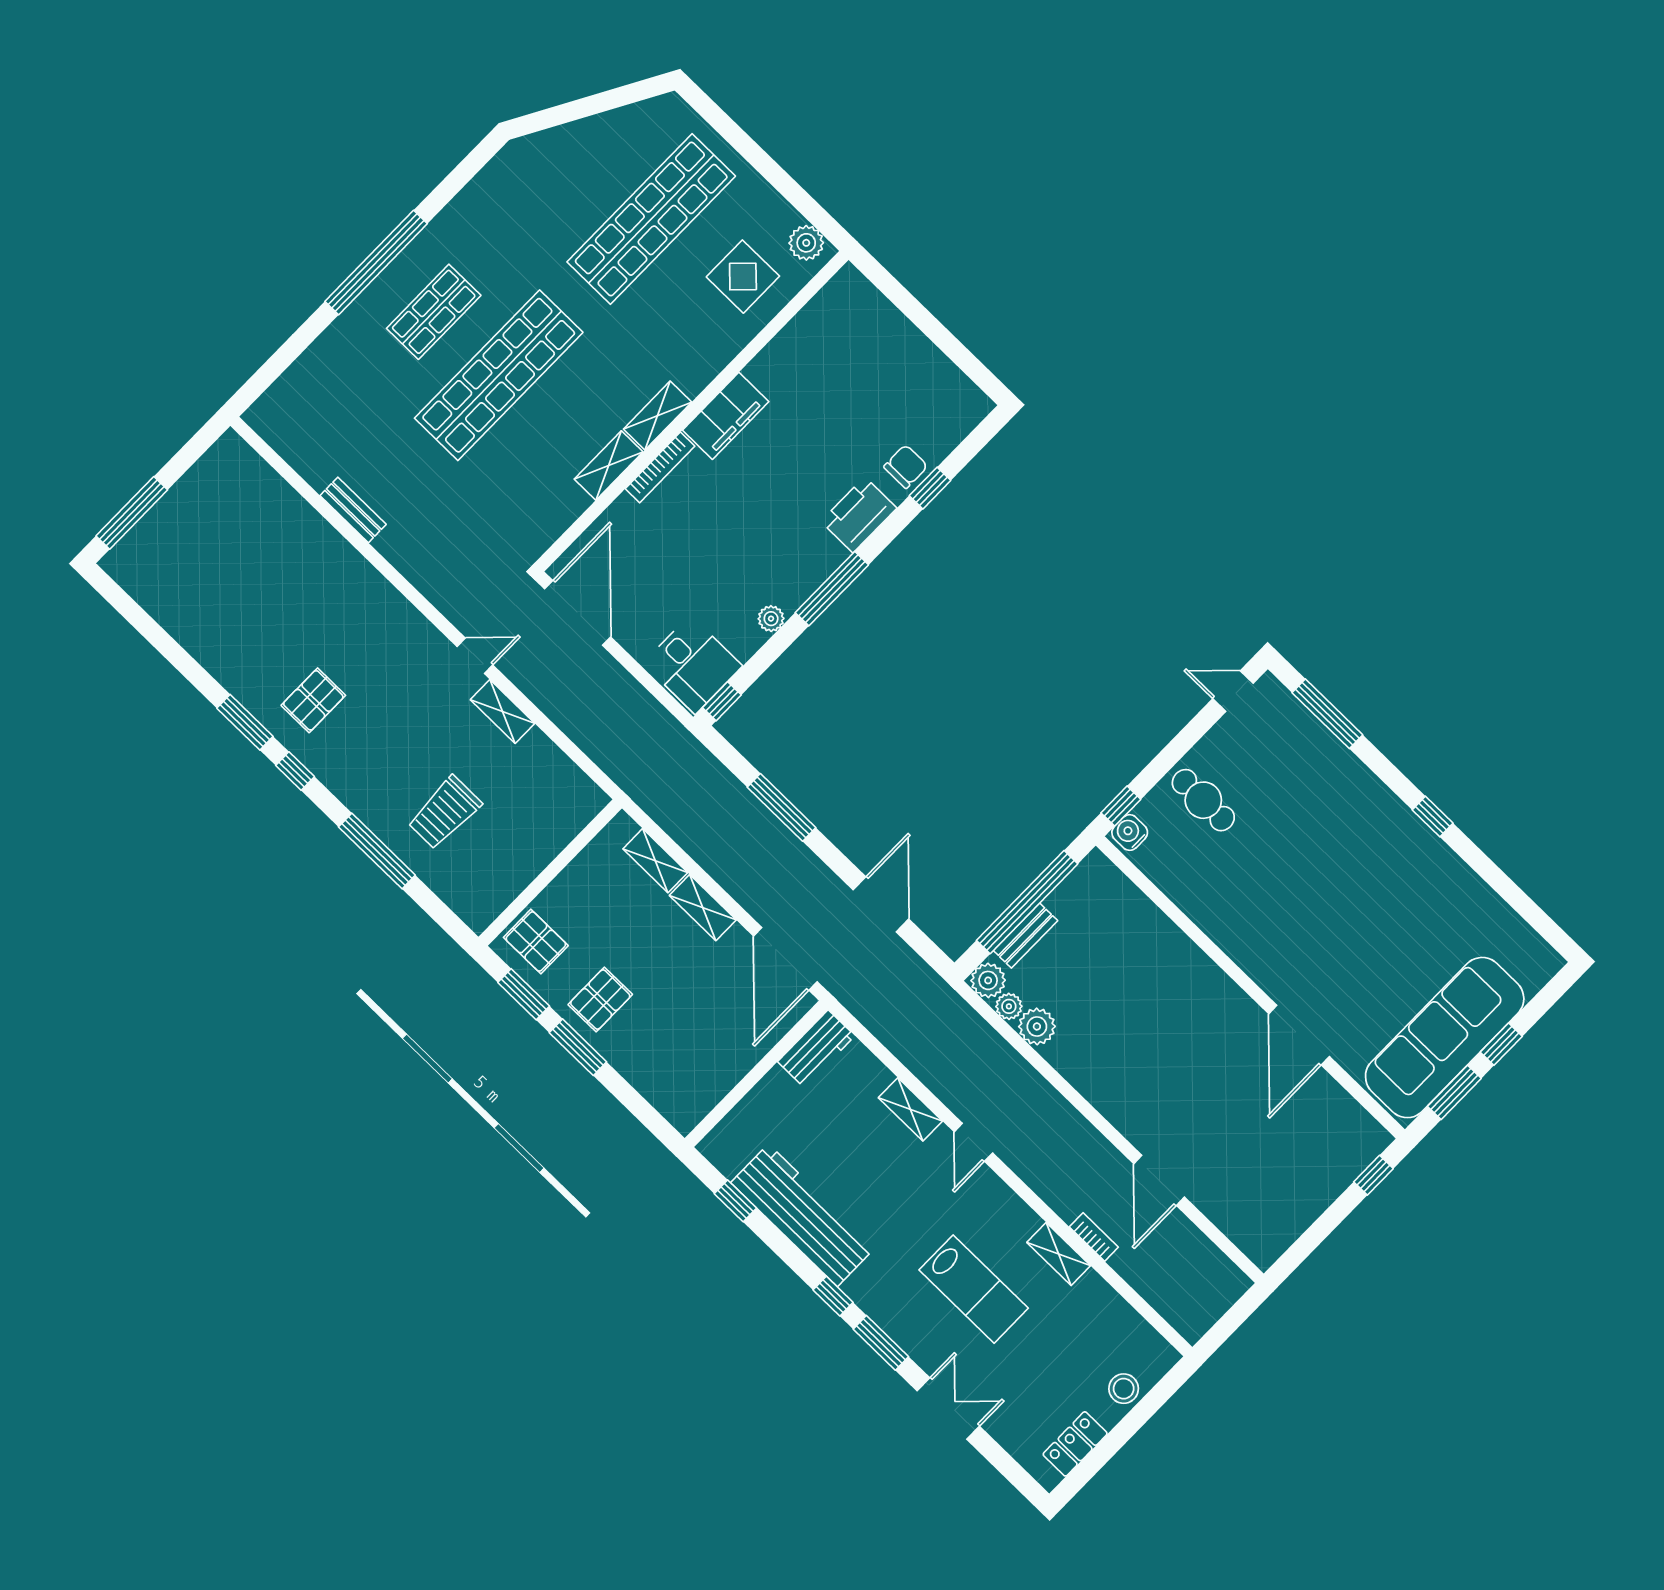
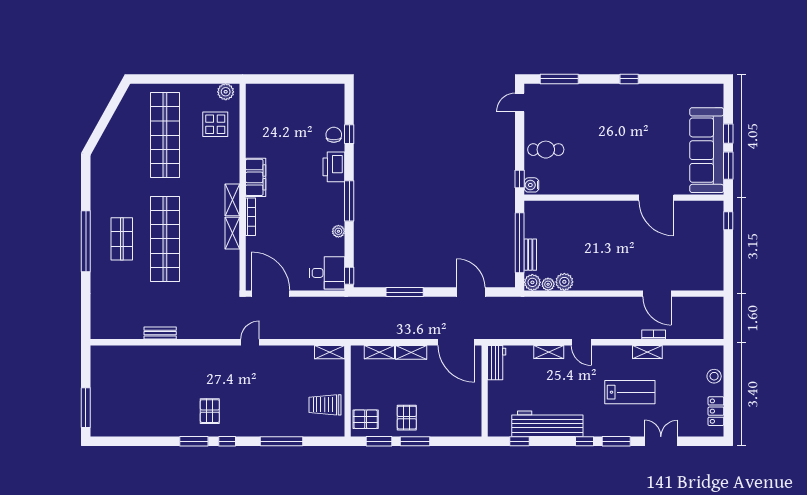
shelving: (503, 712) -> (330, 352), moved
trolley: (445, 813) -> (325, 405), moved, turned 90

